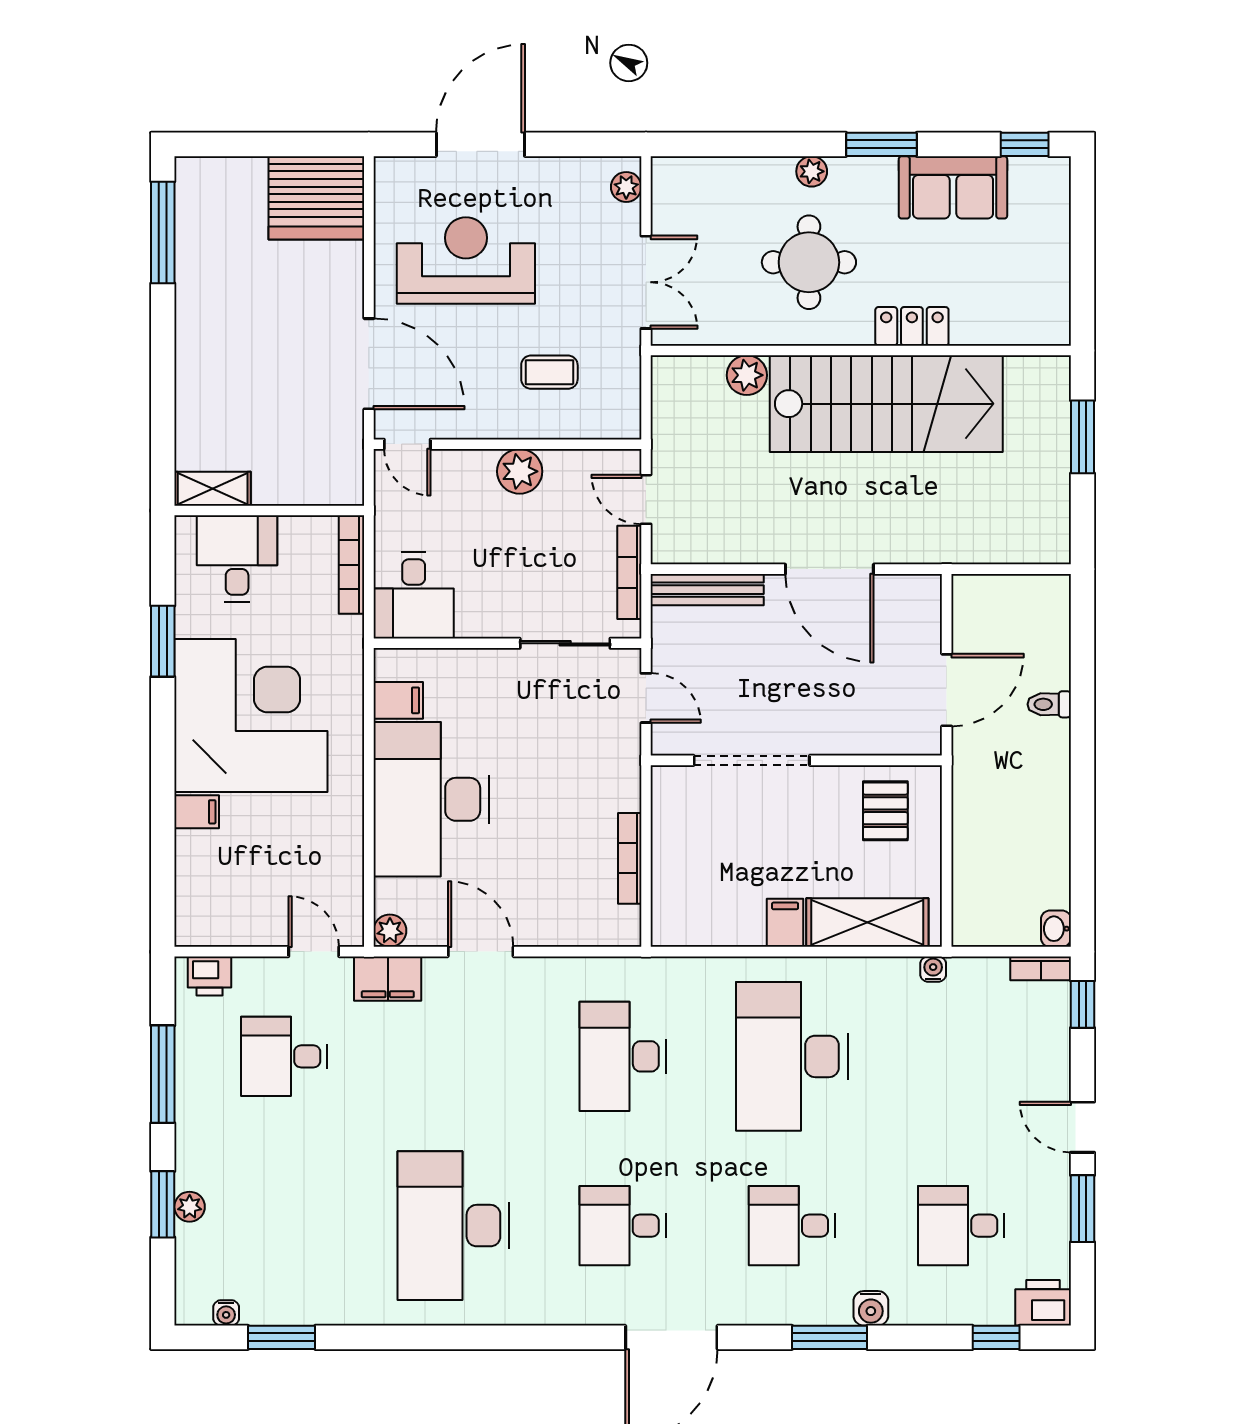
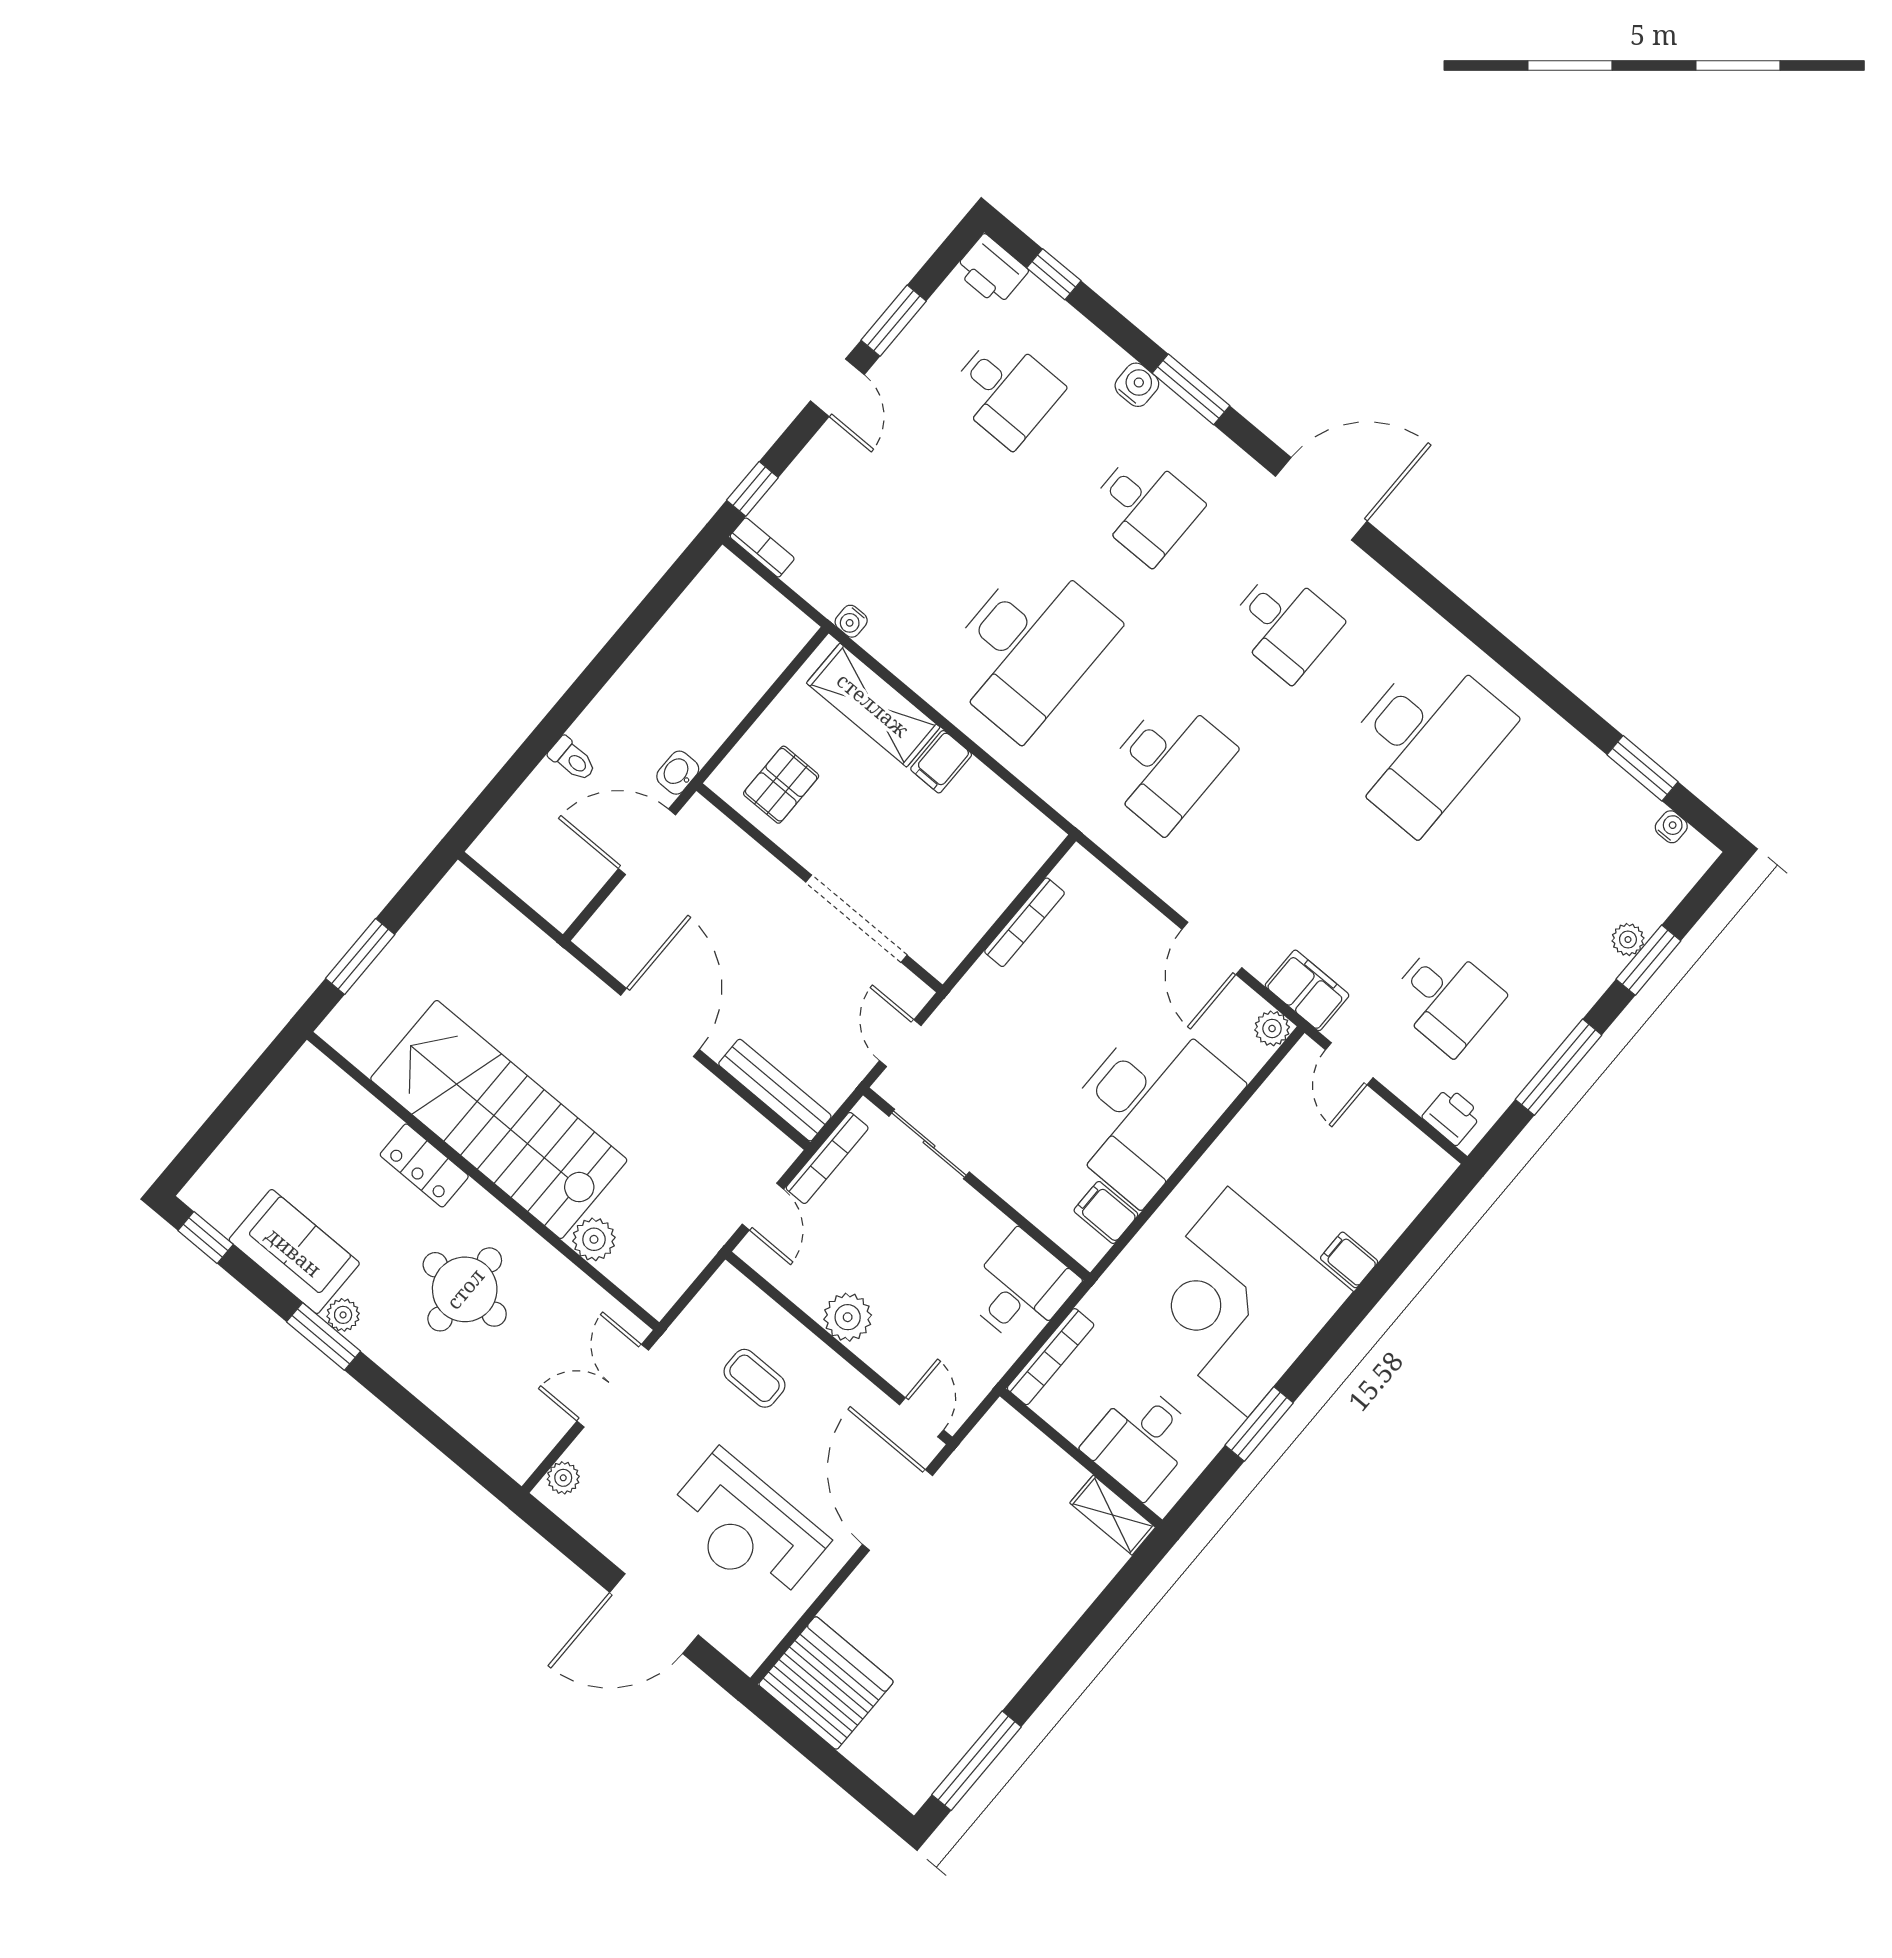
plant: (812, 171) -> (343, 1315), moved
washbasin: (1056, 929) -> (678, 773), moved, turned 180

